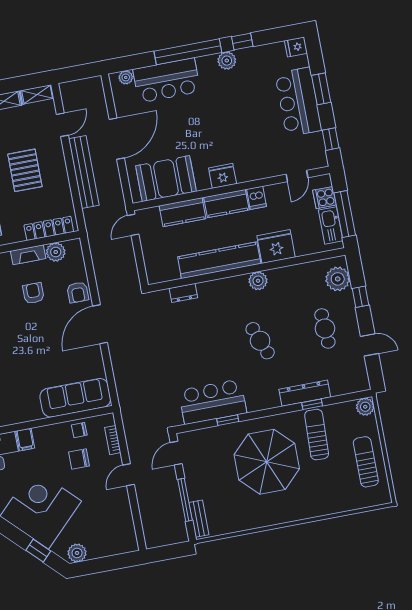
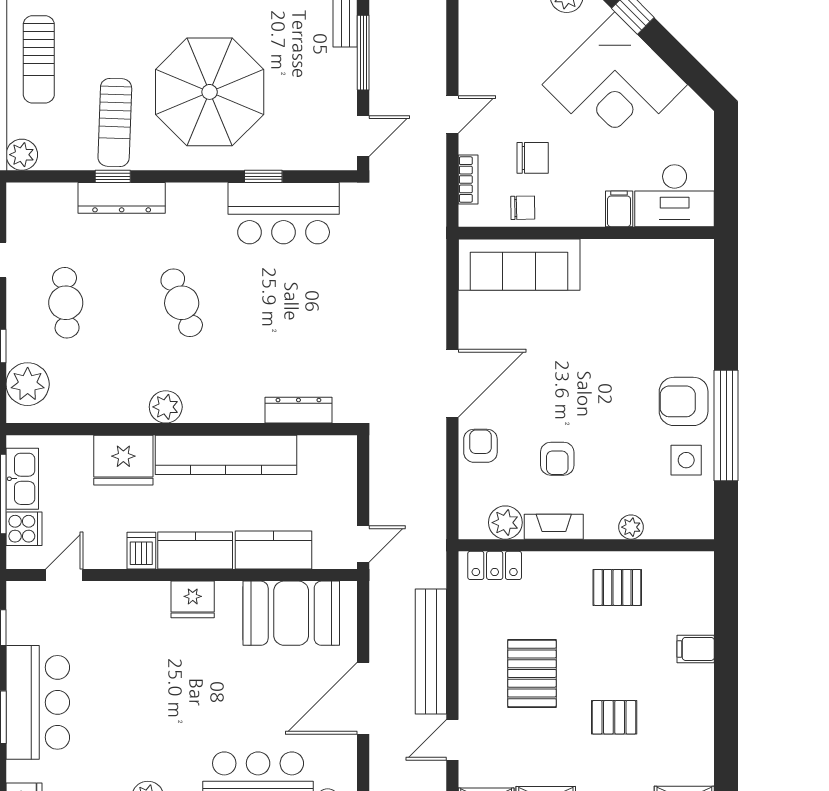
locker: (49, 228) -> (495, 565), width x0.66
dresser: (183, 293) -> (298, 410), width x1.44

